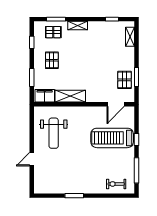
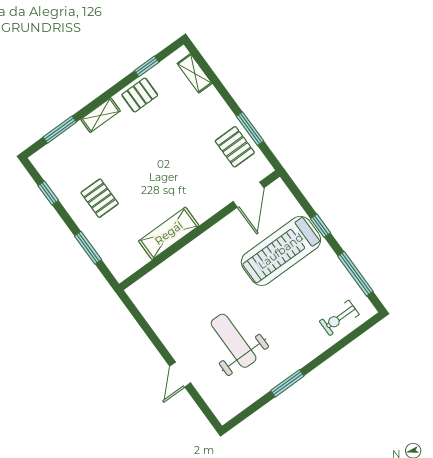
pallet: (53, 32) -> (140, 95), moved
filing cabinet: (45, 96) -> (129, 262), removed
weight bench: (54, 133) -> (234, 341), moved, turned 180

